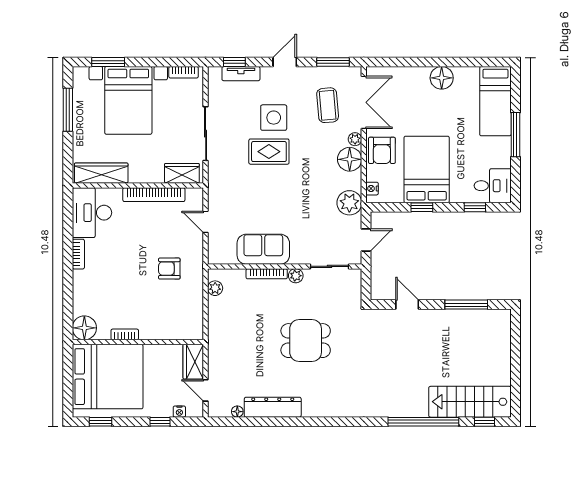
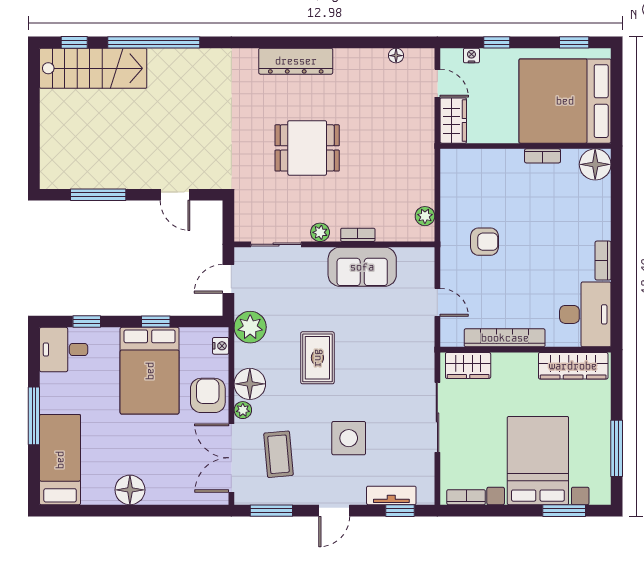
rug: (269, 152) -> (317, 358), moved, turned 90
bookcase: (267, 274) -> (358, 235), width x0.64
dresser: (273, 407) -> (296, 61), moved

